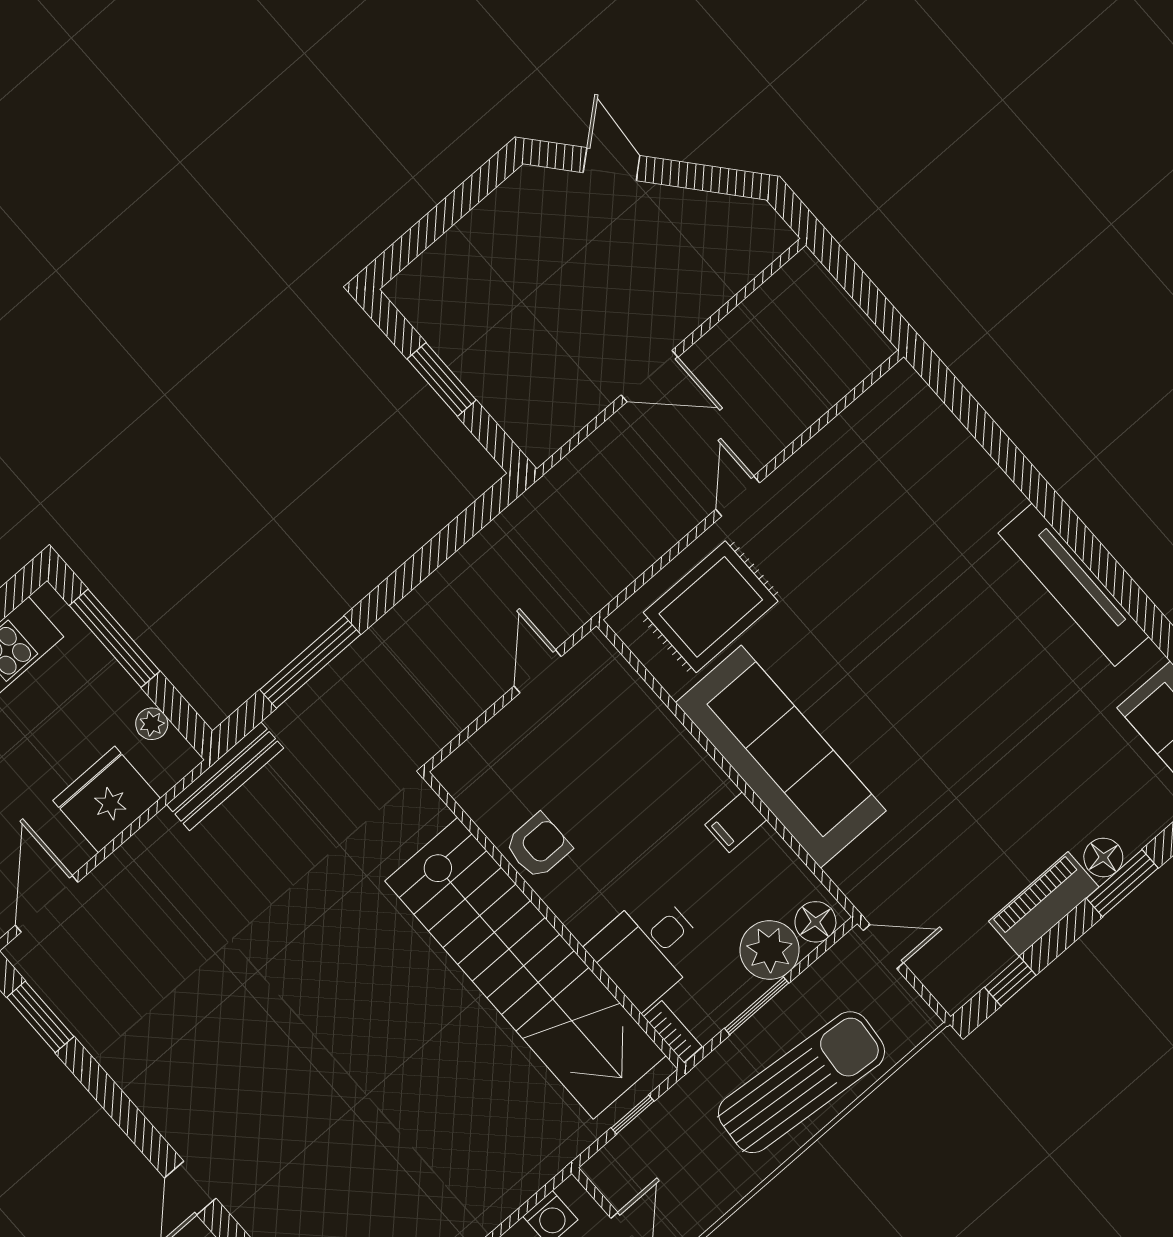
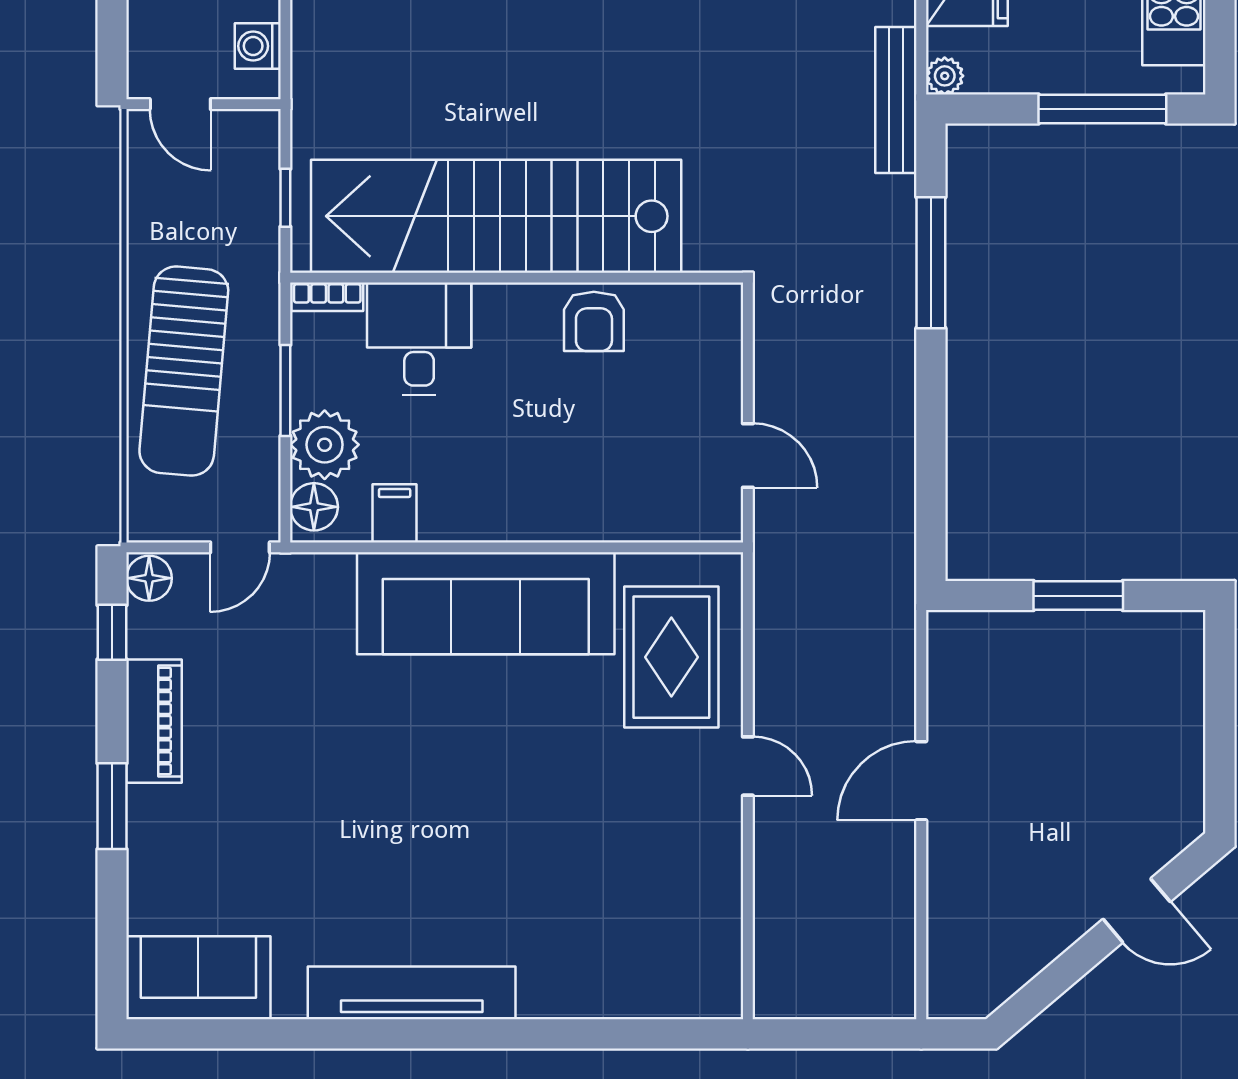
plant: (152, 724) -> (945, 76), moved
filing cabinet: (736, 822) -> (395, 513), moved
floor lamp: (1103, 857) -> (149, 578), moved

